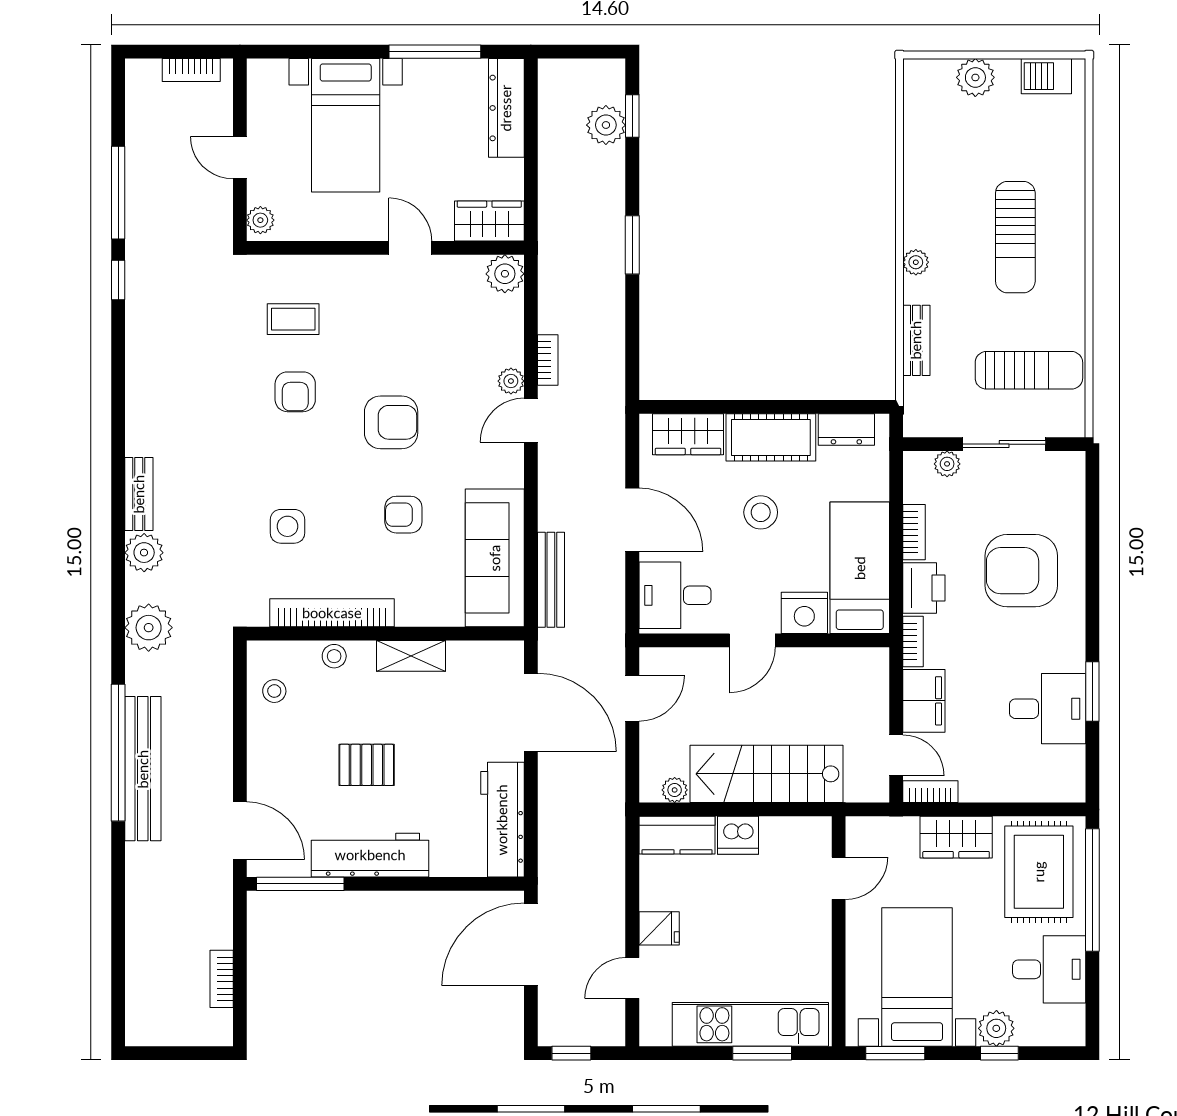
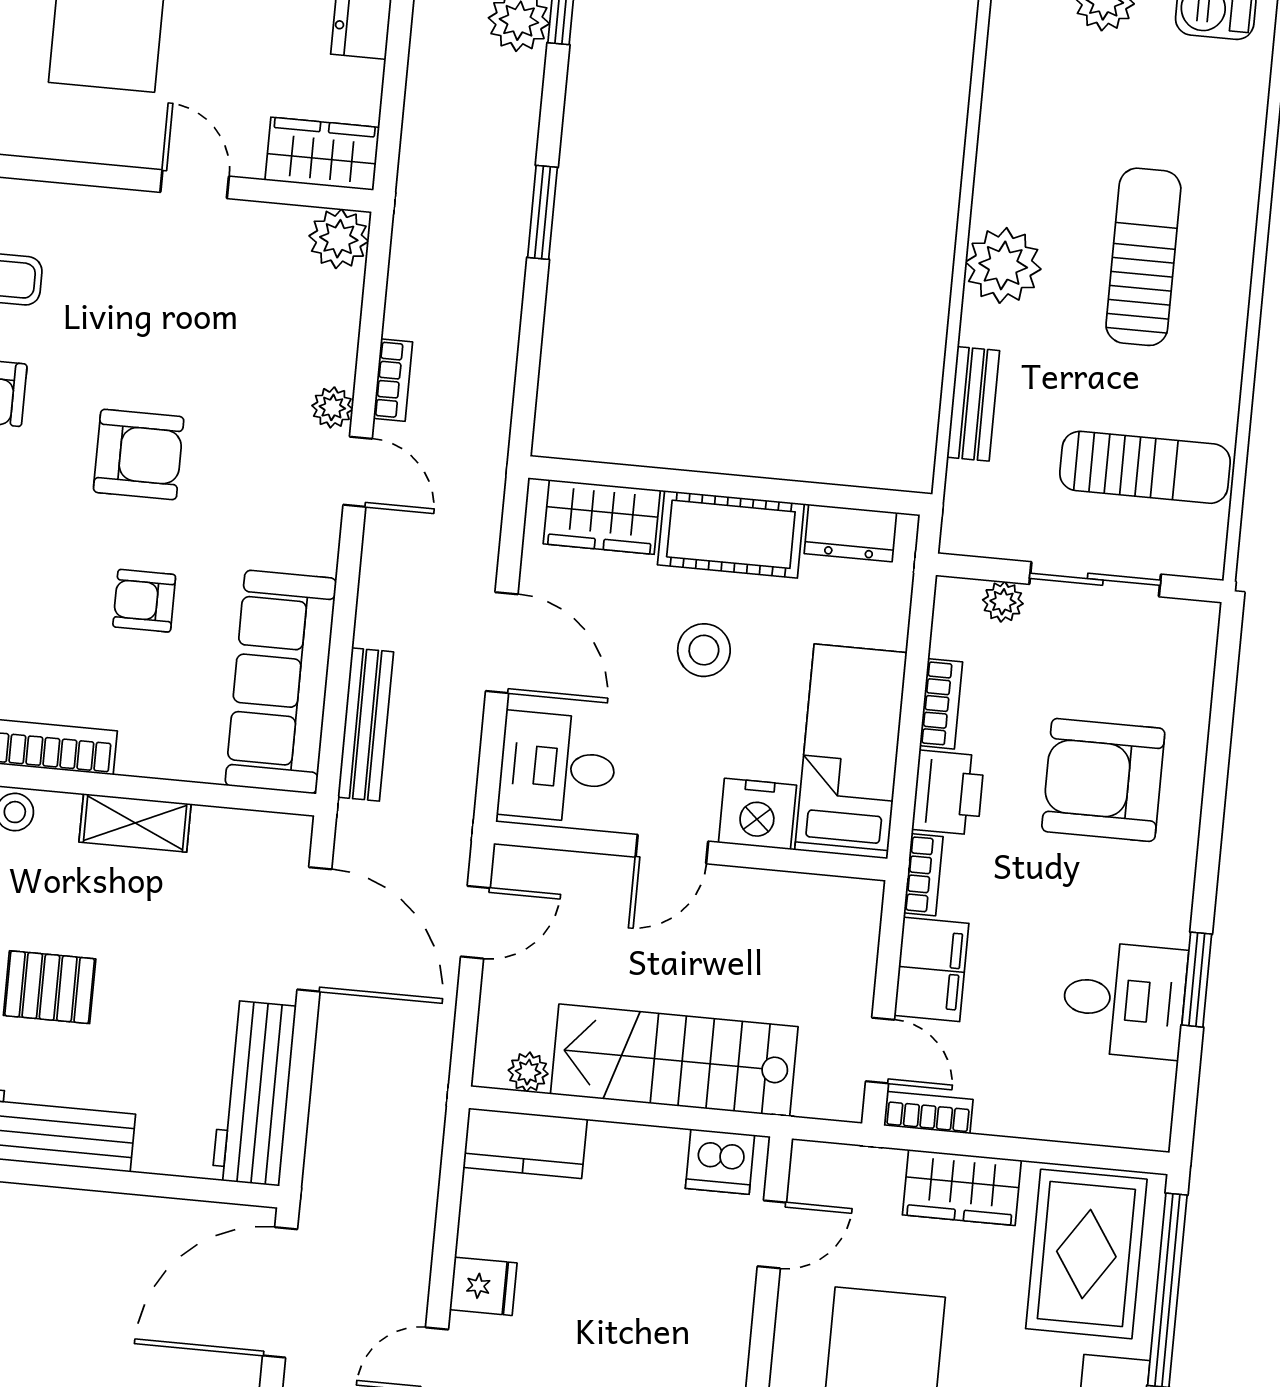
sun lounger: (1015, 237) -> (1143, 257), turned 180
plant: (916, 262) -> (1003, 265), width x1.87, depth x1.87
door: (531, 420) -> (358, 472), swing flipped
dishwasher: (738, 835) -> (720, 1162), moved

